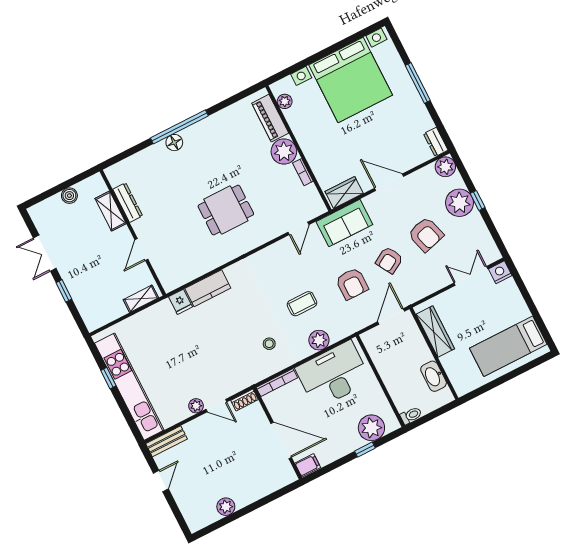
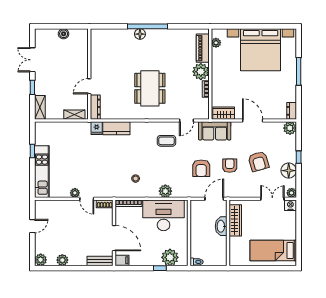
dresser: (128, 203) -> (95, 107), moved
plant: (459, 203) -> (292, 193), moved, width x0.53, depth x0.53
dining table: (226, 210) -> (150, 88), width x1.38
shelving: (111, 211) -> (40, 107), moved
floor lamp: (474, 226) -> (289, 171), added
armchair: (389, 260) -> (230, 166), turned 120
coffee table: (302, 304) -> (166, 141), moved
washbasin: (434, 376) -> (221, 226), moved
kitchen unit: (129, 387) -> (42, 172), width x0.73
bench: (167, 441) -> (100, 261), moved
plant: (196, 521) -> (41, 260), added

